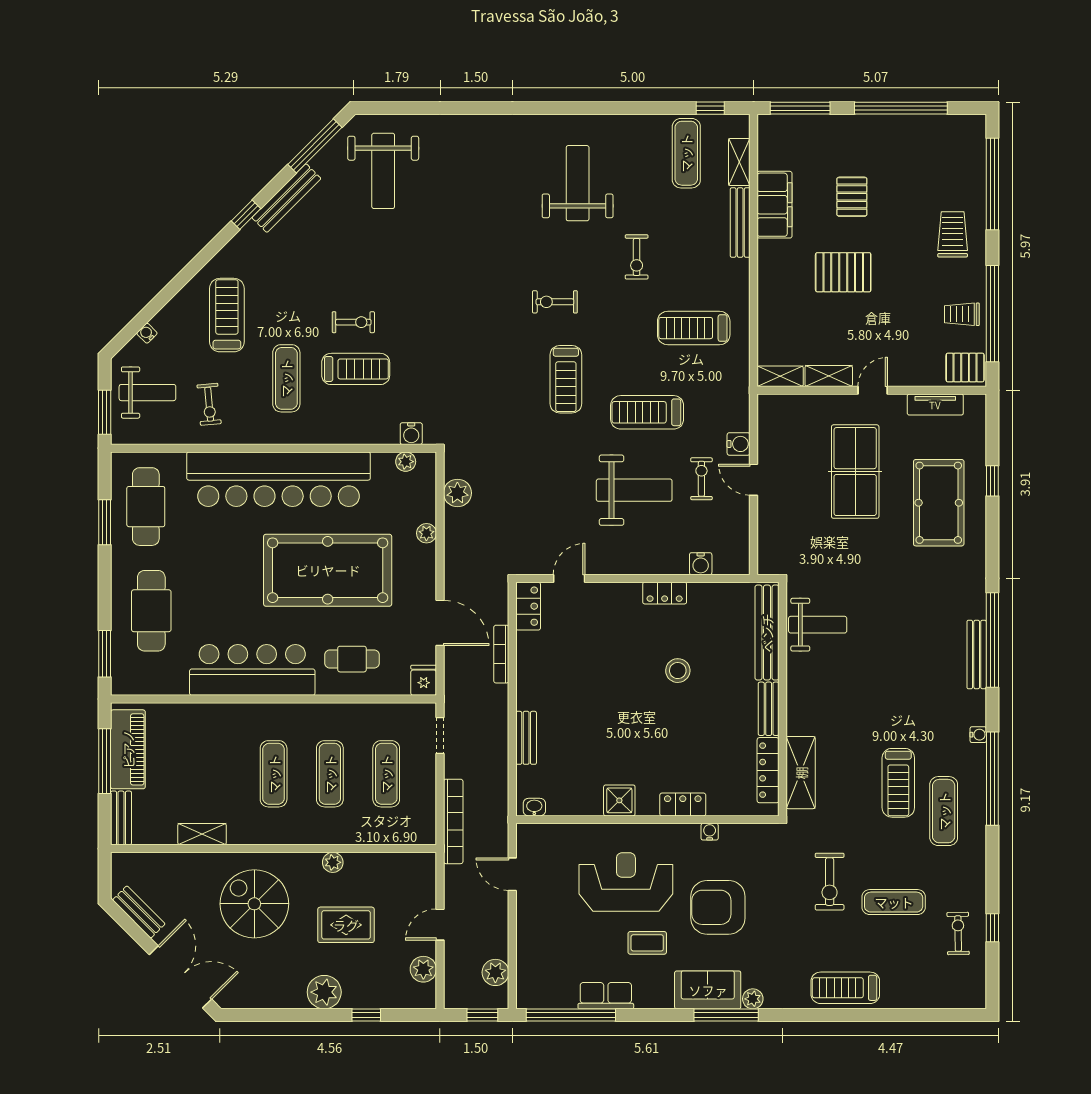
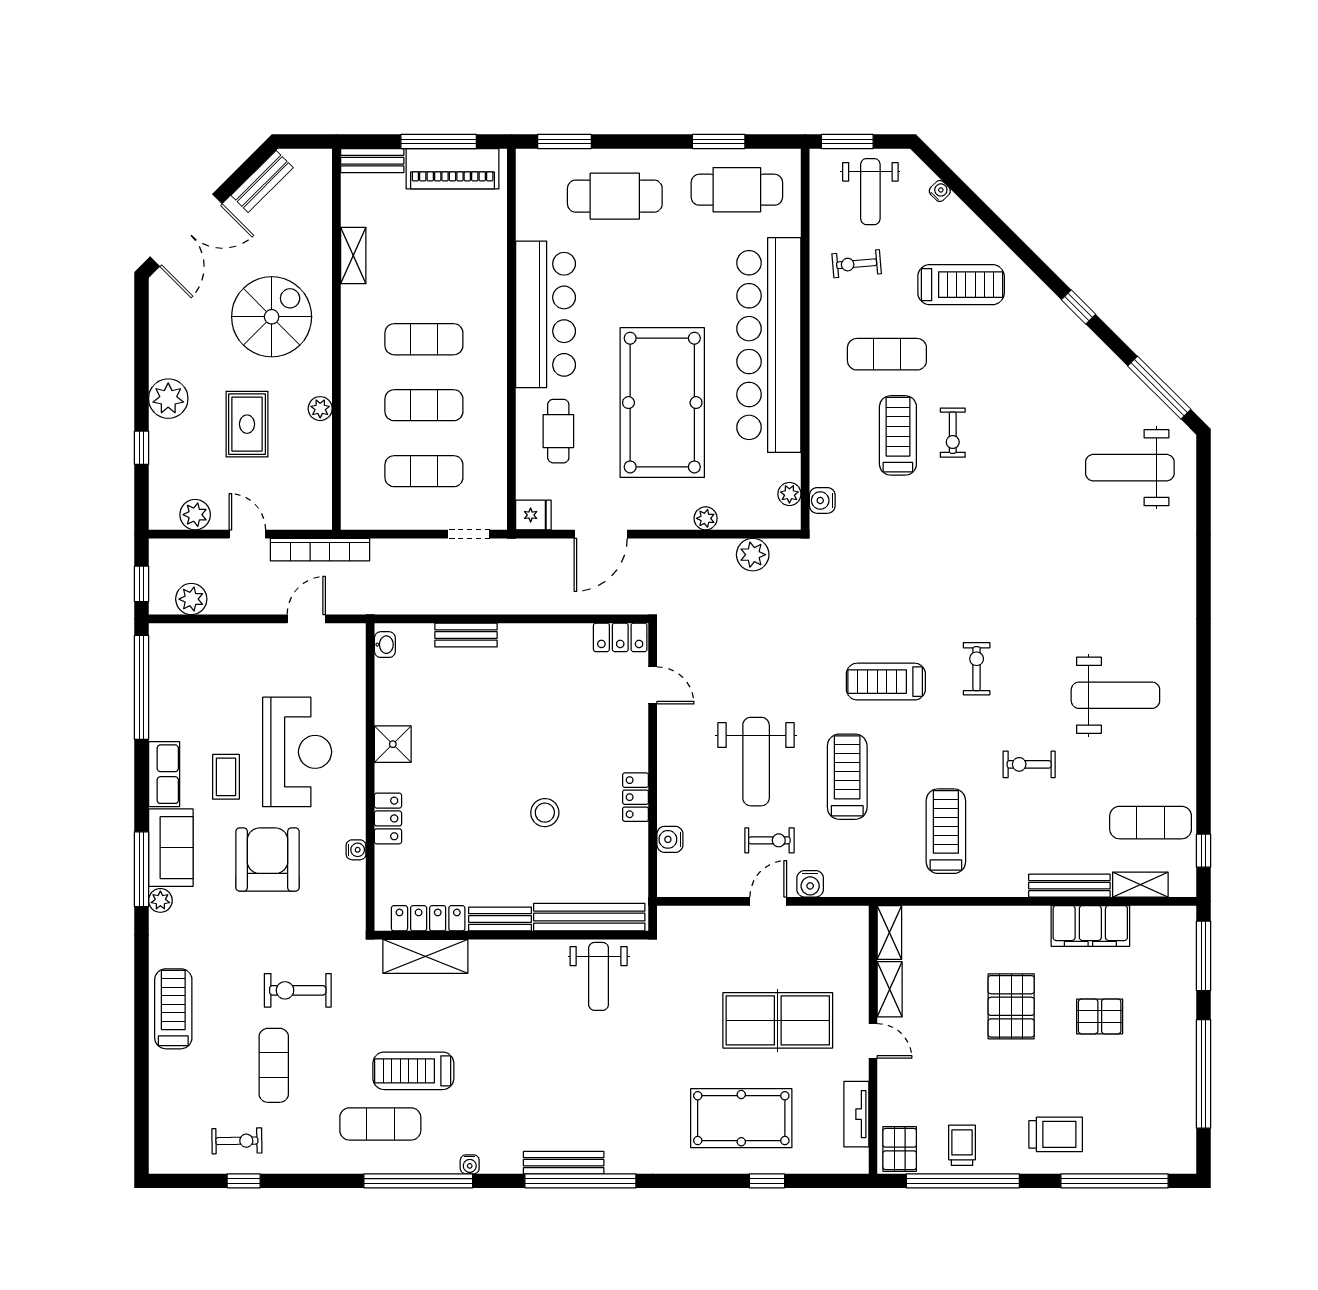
bench: (286, 198) -> (1098, 354), removed
treadmill: (356, 369) -> (898, 435), turned 180
bookcase: (501, 654) -> (564, 606), removed
bookcase: (453, 821) -> (320, 550), moved
row of seats: (606, 996) -> (164, 774), moved

